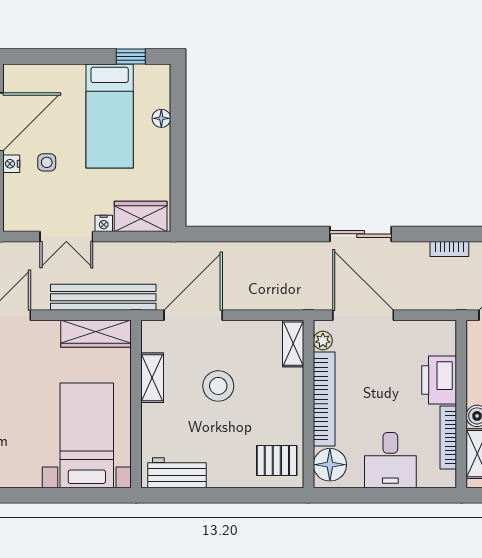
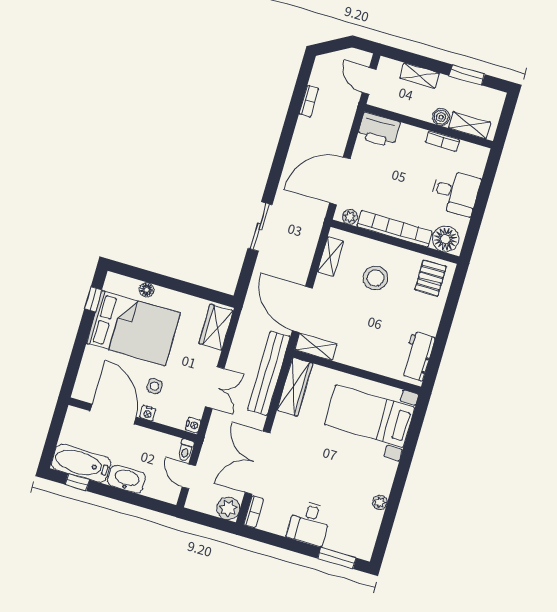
bed: (110, 116) -> (133, 328), width x1.50
nightstand: (104, 223) -> (193, 425), moved
sliding door: (361, 234) -> (260, 226), moved
shelving: (293, 344) -> (330, 256), moved, turned 90
shelving: (152, 378) -> (316, 347), moved
printer: (439, 380) -> (379, 130), moved
stool: (218, 386) -> (375, 278), moved
bookcase: (448, 438) -> (442, 141), width x0.64

